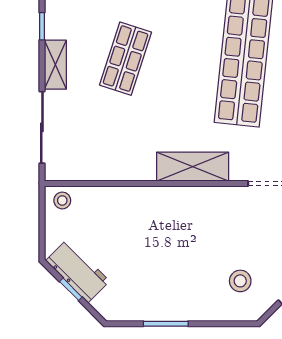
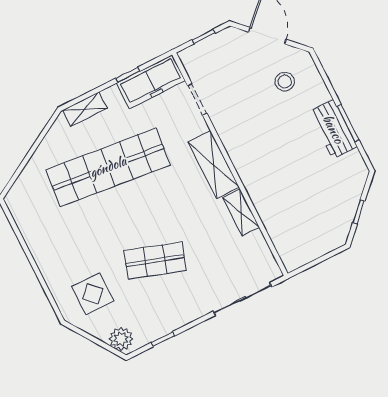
shelving: (55, 65) -> (241, 213), moved, turned 90
stool: (62, 200) -> (292, 254), removed
workbench: (78, 271) -> (333, 129), moved, turned -45

